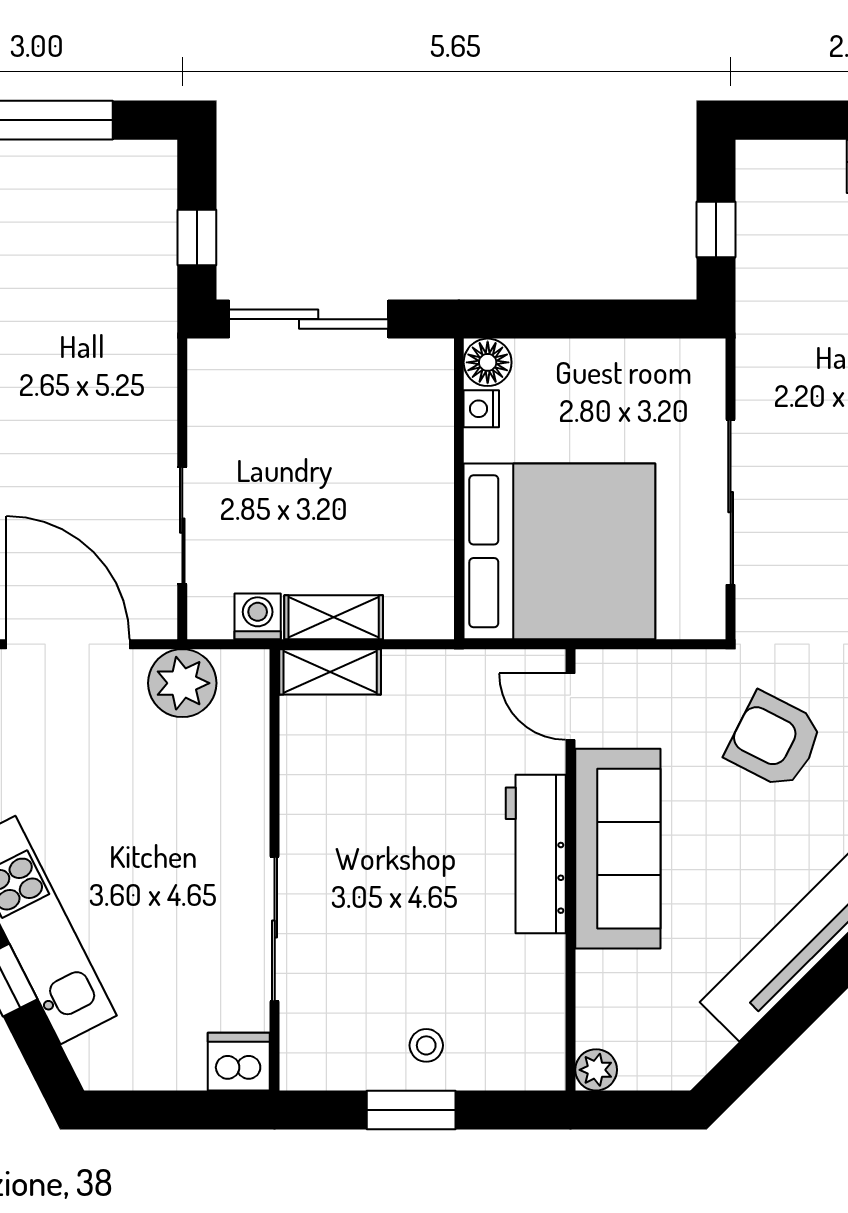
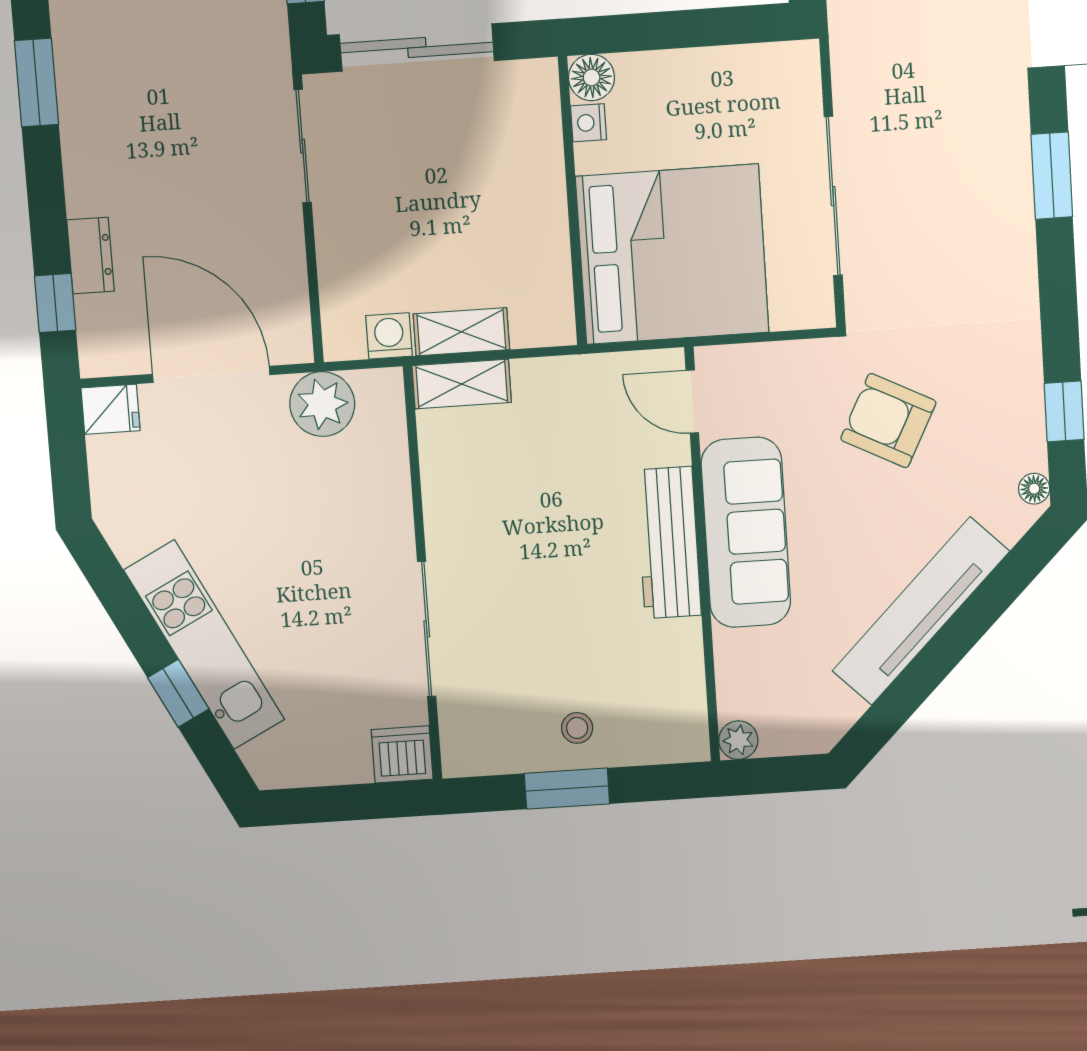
sliding door: (182, 526) -> (303, 146), moved

